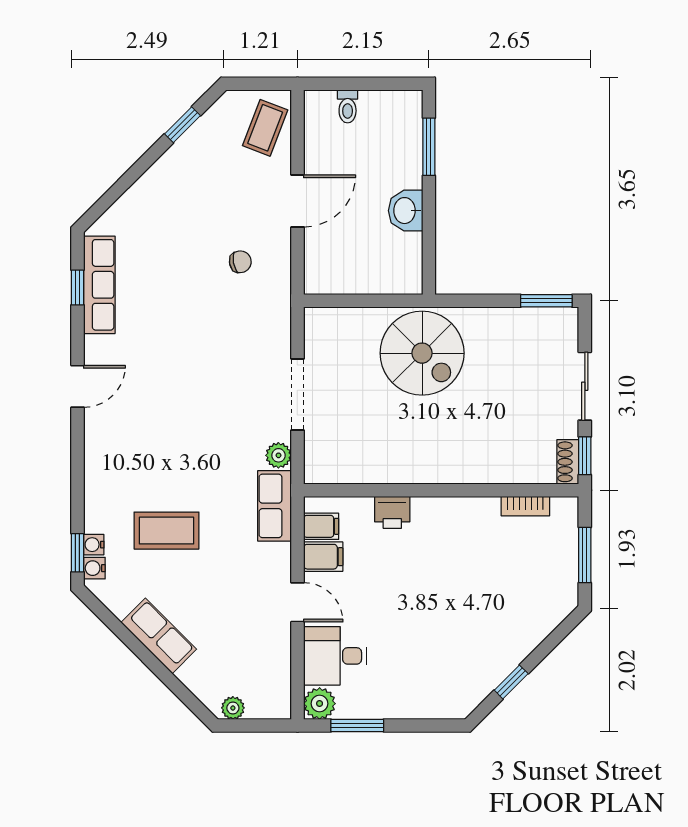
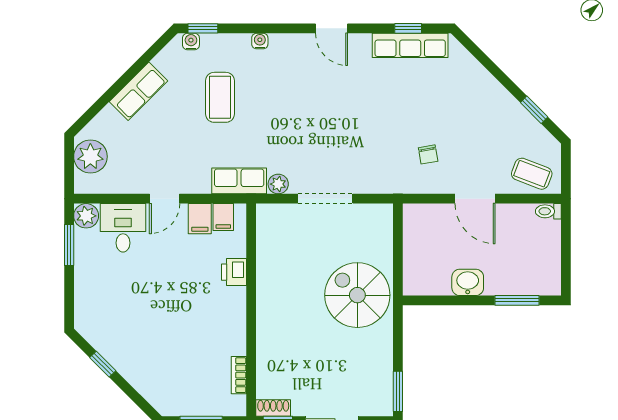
toilet: (348, 106) -> (548, 211), moved
spiral stairs: (422, 353) -> (357, 295), turned 90
water cooler: (94, 545) -> (260, 41), moved
plant: (233, 708) -> (90, 157), width x1.88, depth x1.88

